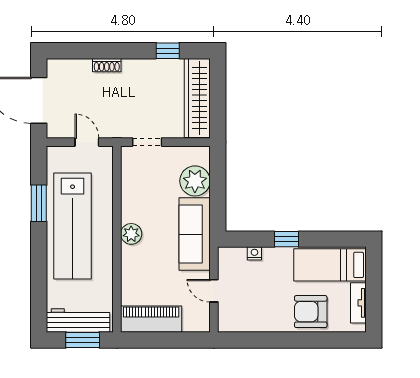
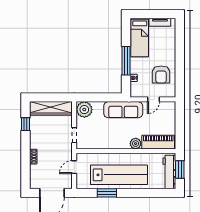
plant: (195, 181) -> (84, 110), moved
plant: (131, 234) -> (136, 144), moved
window: (287, 239) -> (126, 61), width x2.17
armchair: (311, 312) -> (161, 75), moved
piano: (151, 319) -> (158, 142), moved, turned 90

